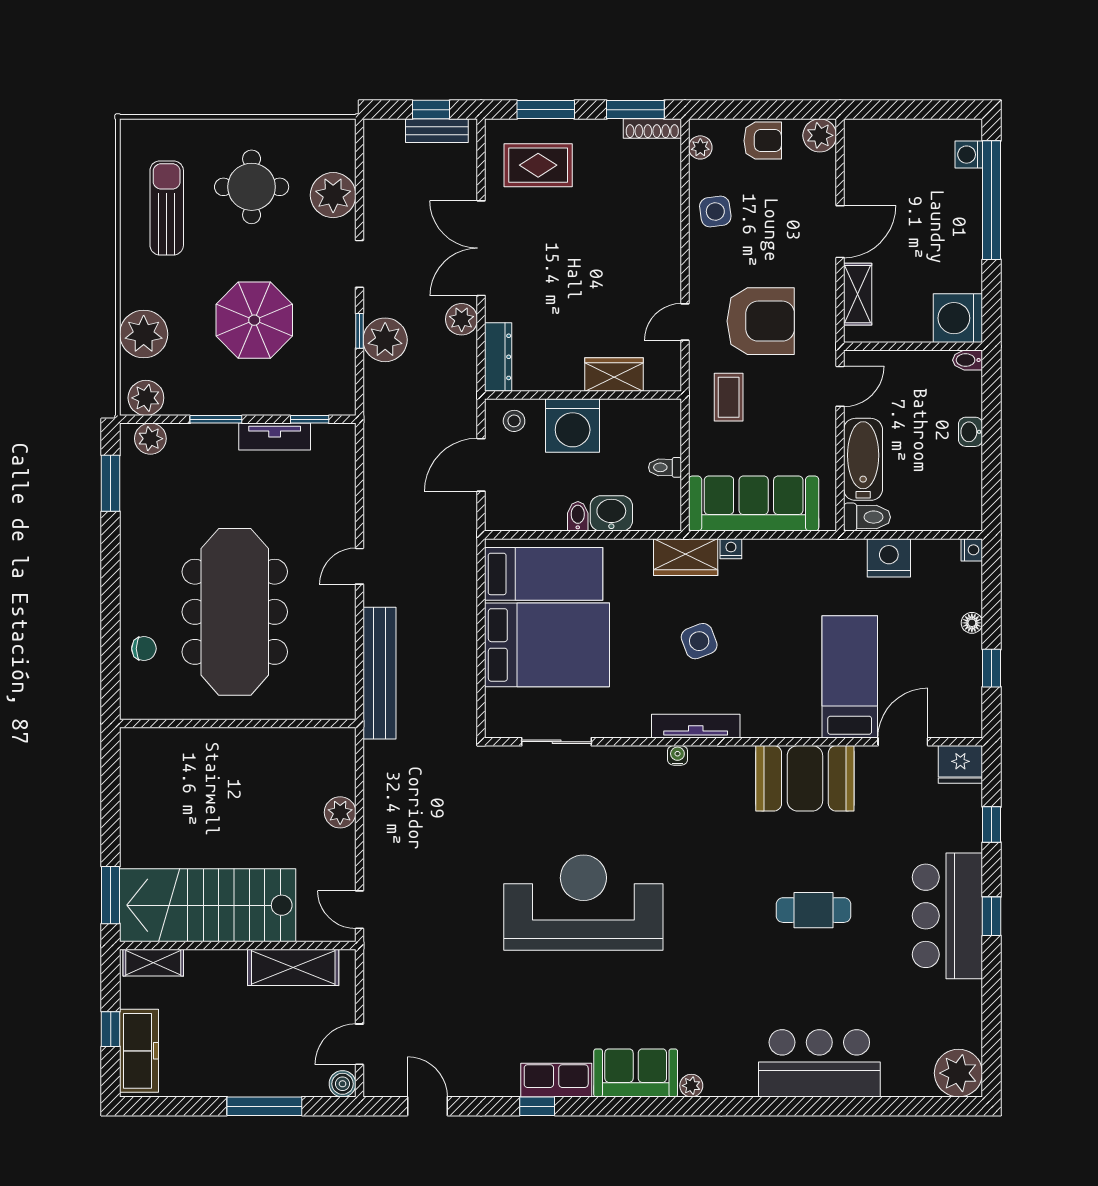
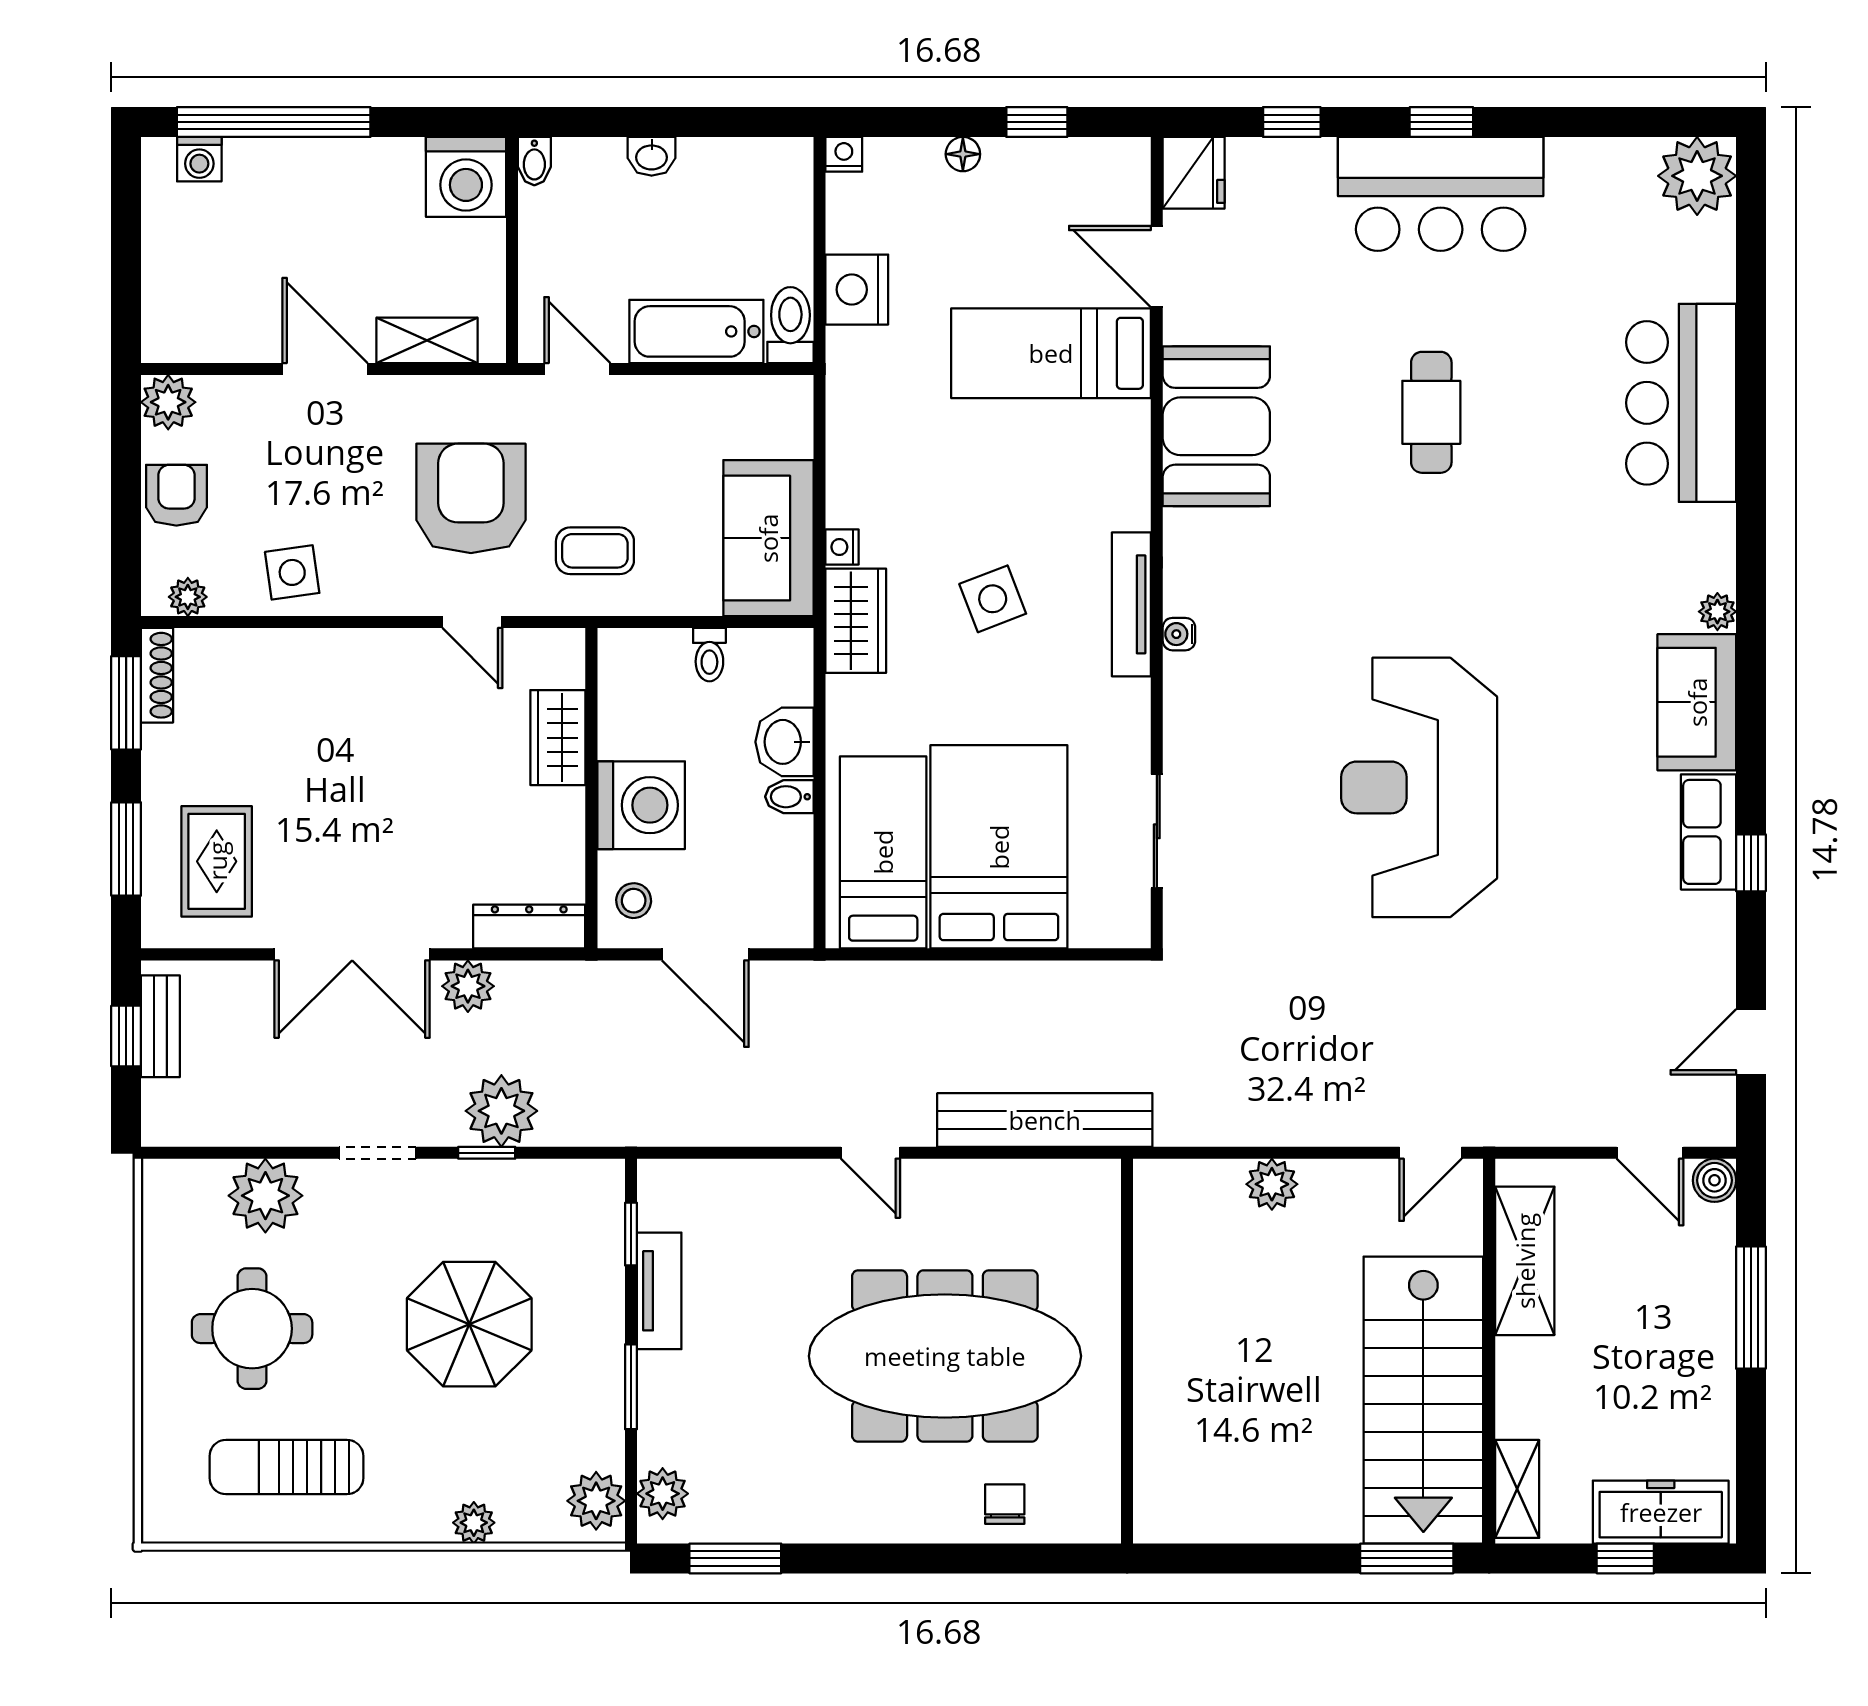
plant: (144, 334) -> (474, 1523), width x0.53, depth x0.53
sofa: (754, 504) -> (768, 538), width x0.73

